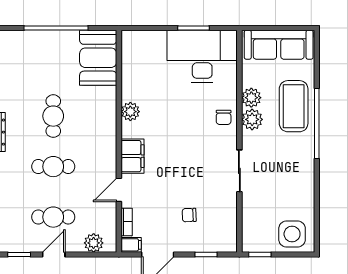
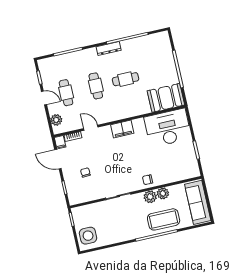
desk: (202, 56) -> (168, 128), moved, turned -90
plant: (130, 112) -> (139, 124), removed
filing cabinet: (133, 156) -> (122, 129), moved

